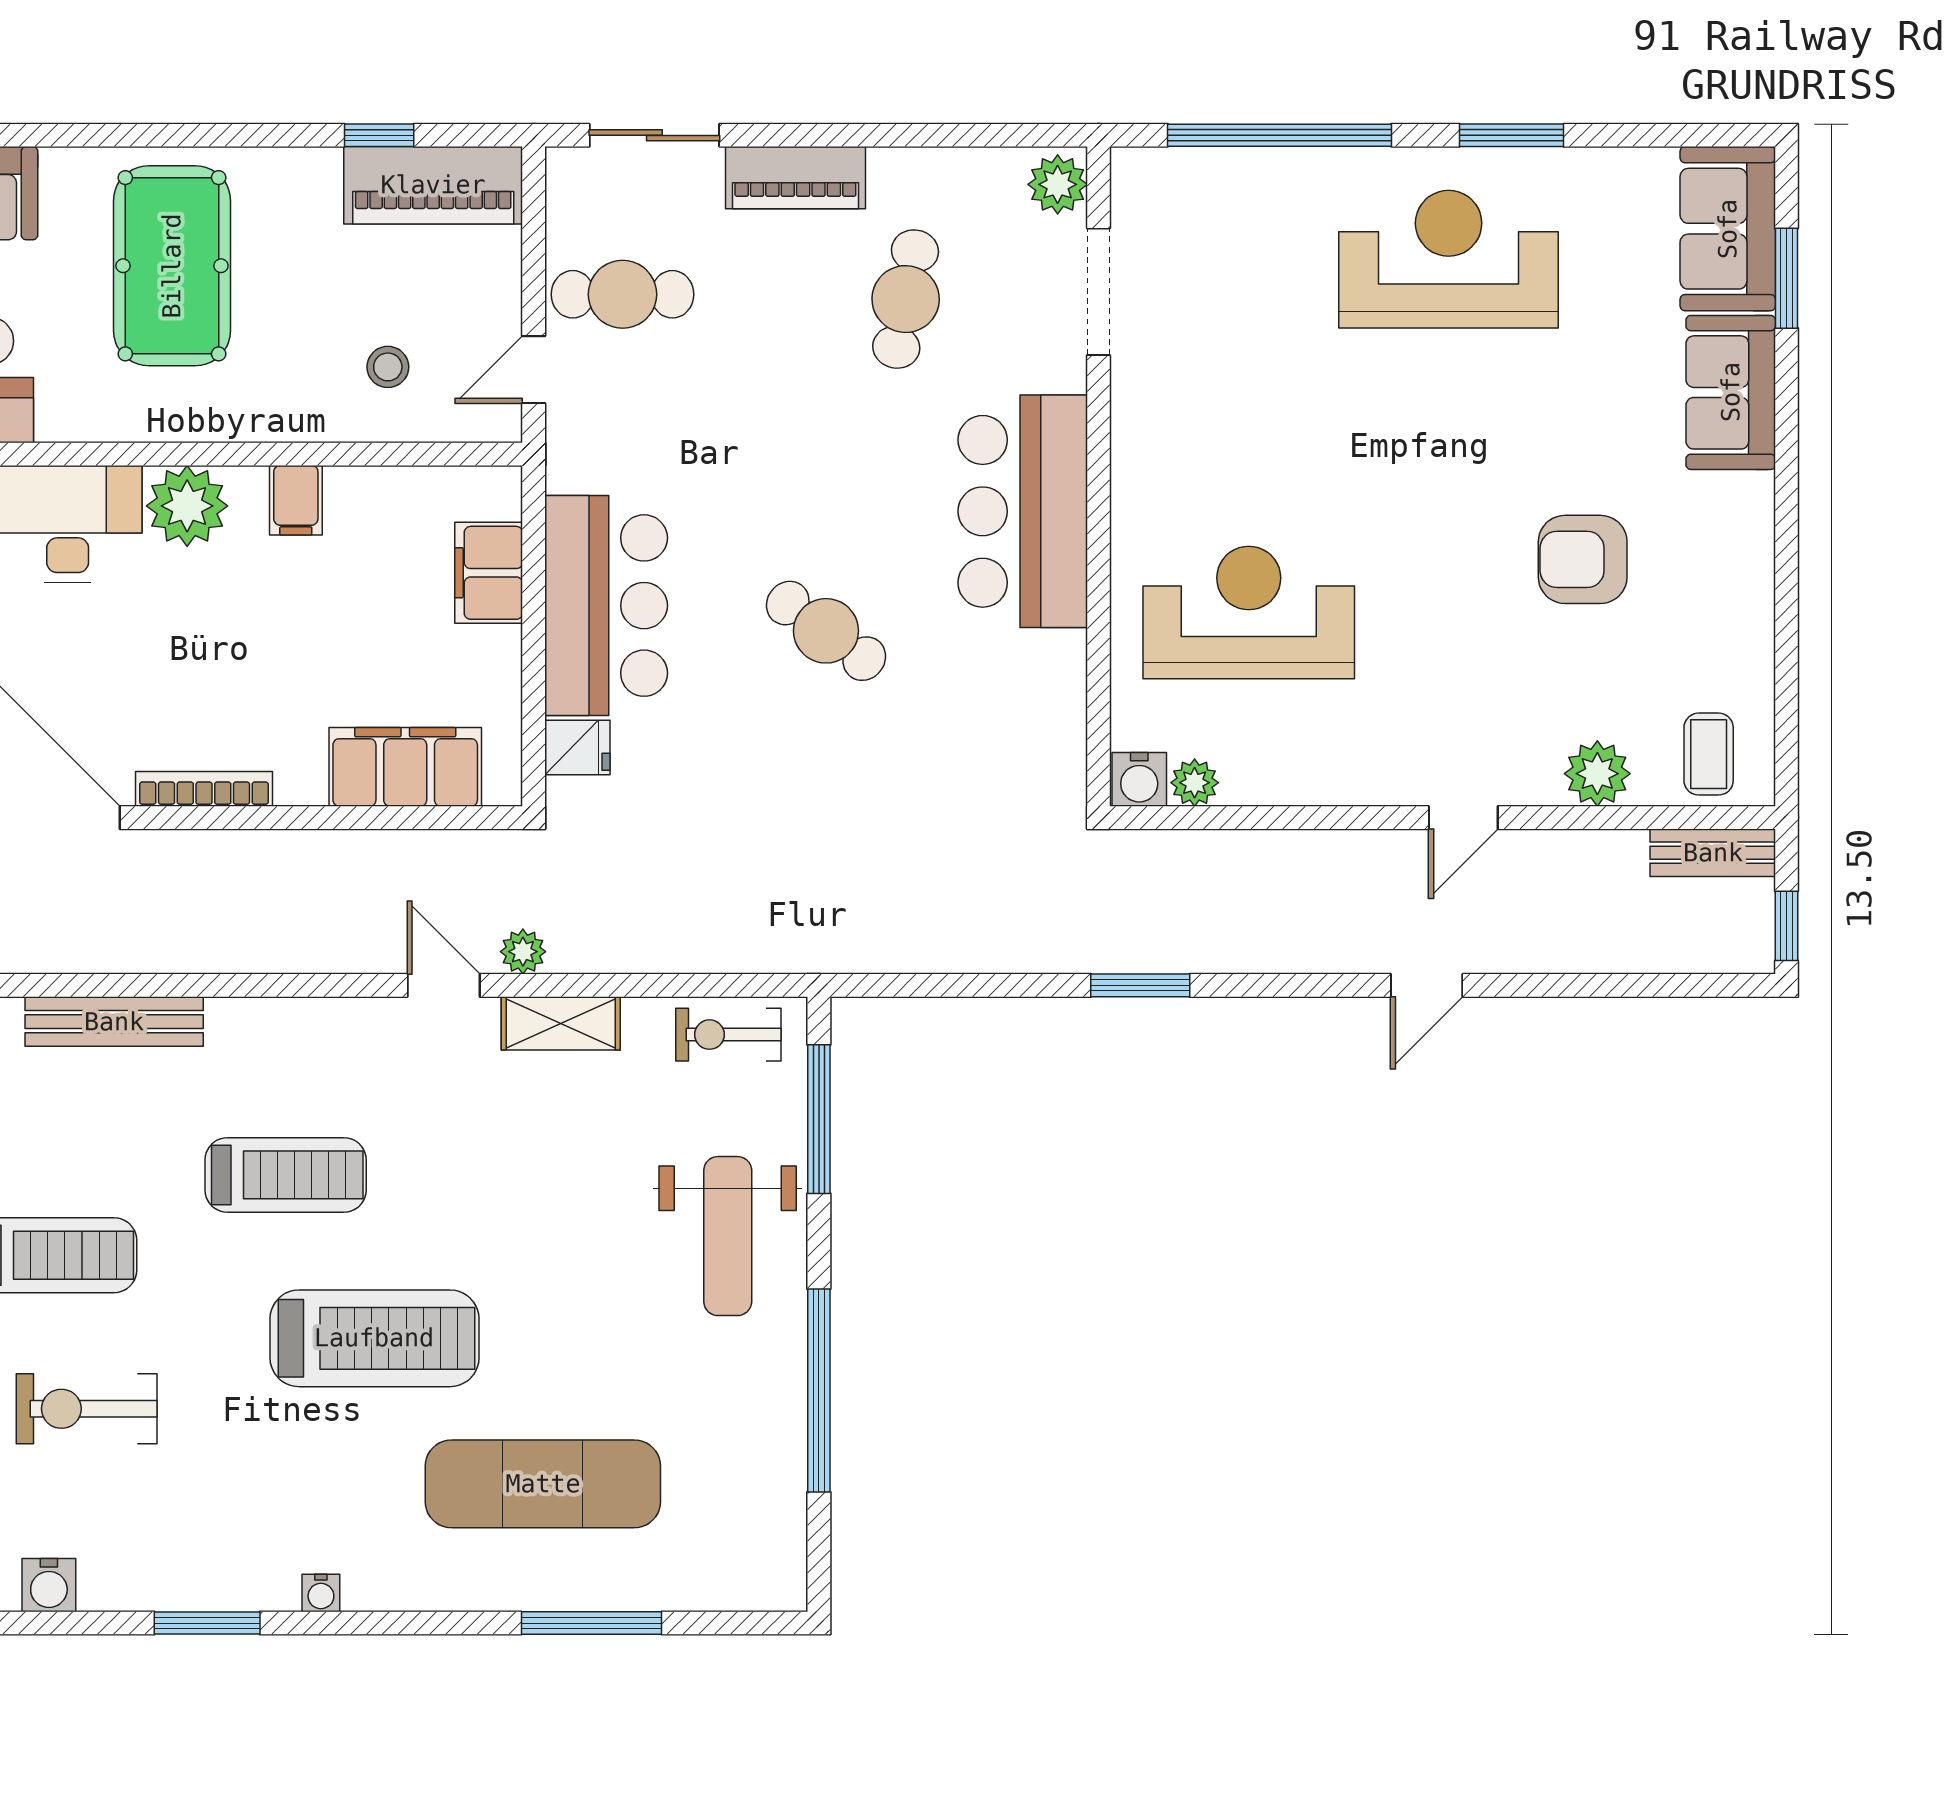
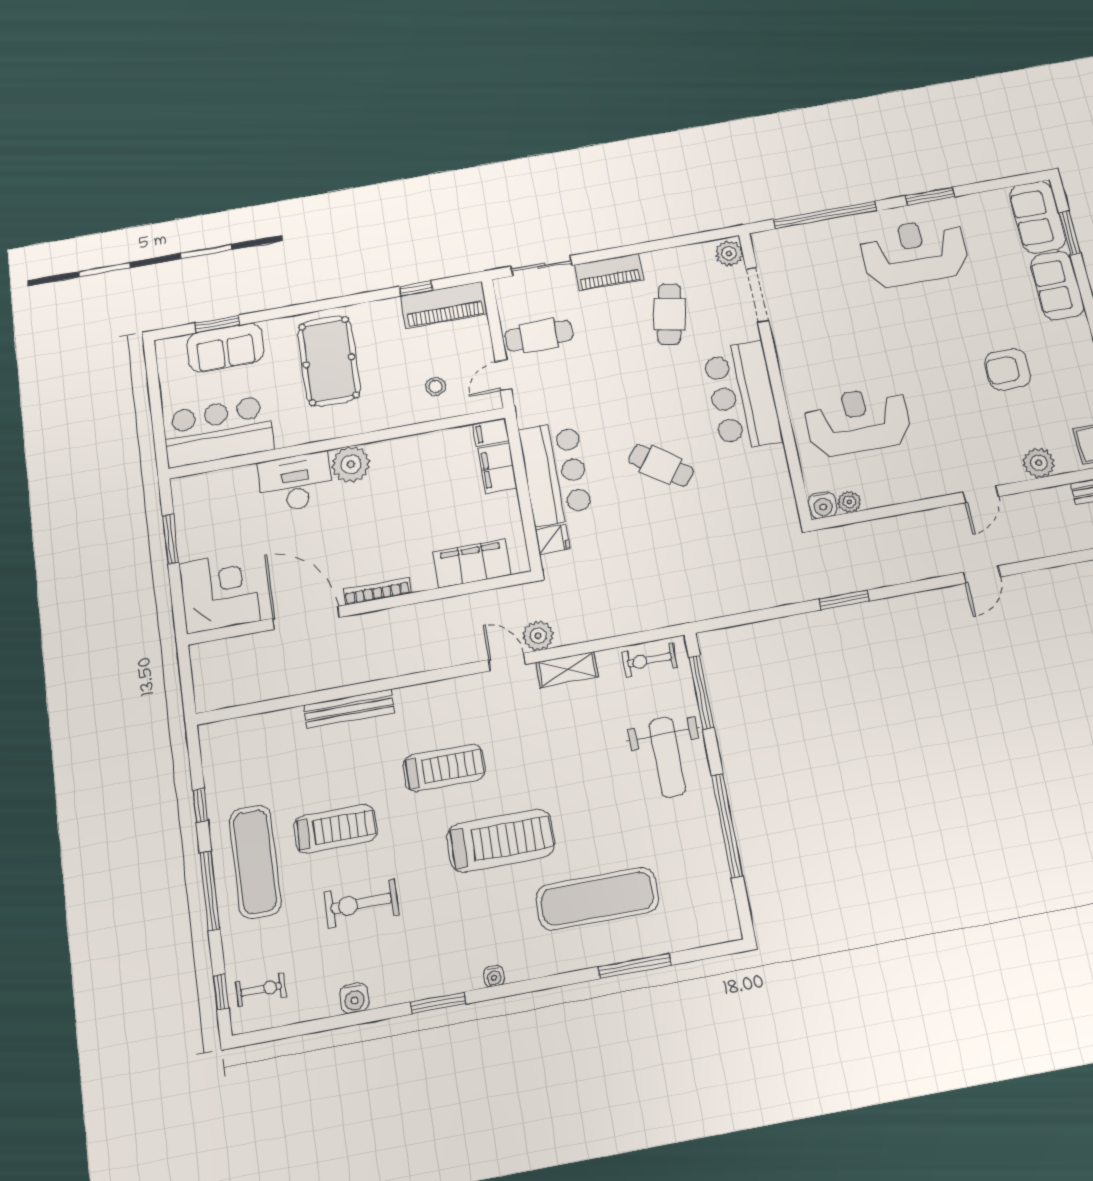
filing cabinet: (296, 500) -> (491, 432), moved, turned 90
plant: (523, 952) -> (538, 636), width x1.38, depth x1.38

